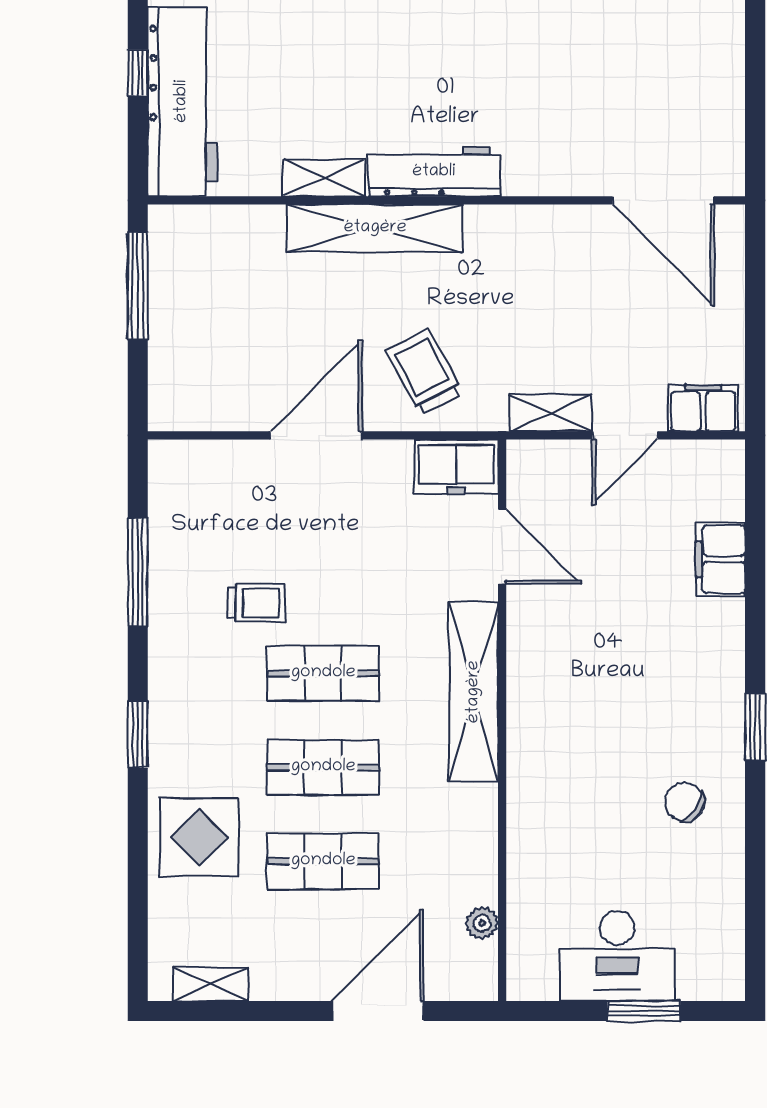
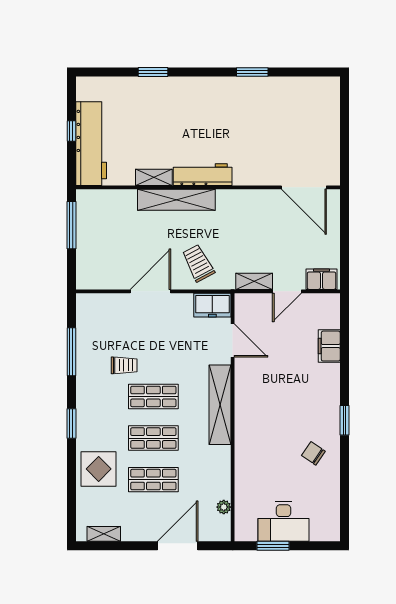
window: (644, 1011) -> (273, 546), moved

